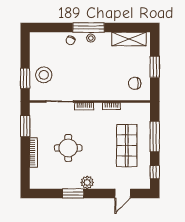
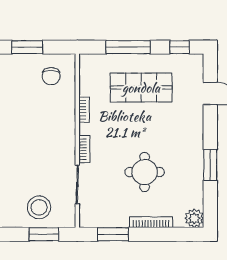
plant: (87, 182) -> (194, 218), moved

